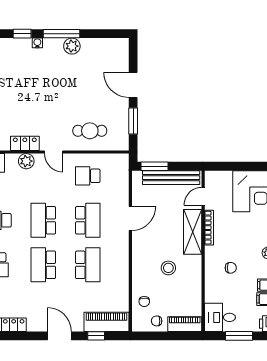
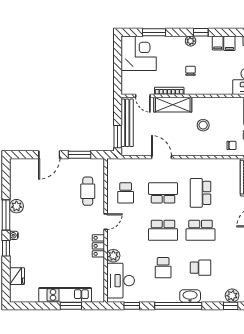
plant: (26, 161) -> (113, 256), moved
school desk: (88, 265) -> (201, 193), turned -90
chair: (231, 268) -> (191, 71), moved

